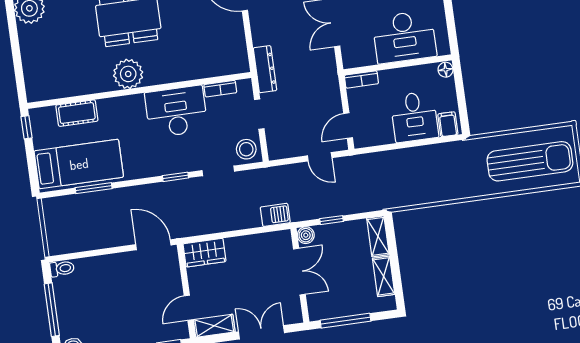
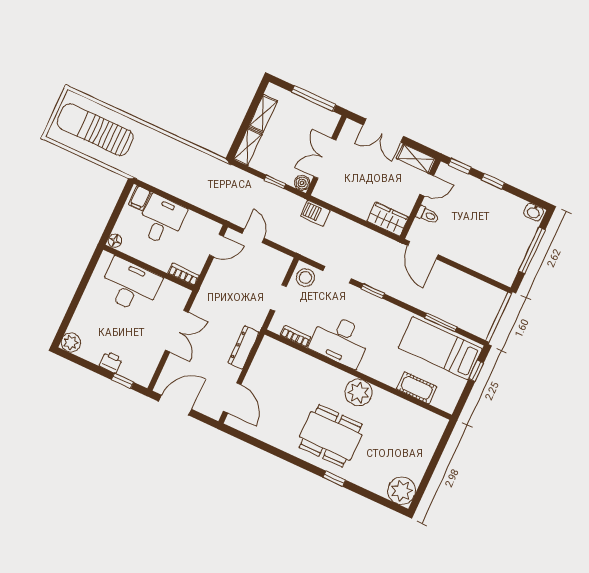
dresser: (265, 69) -> (244, 347), moved
window: (27, 127) -> (476, 371), moved
toilet: (62, 269) -> (428, 215), moved, turned 180

